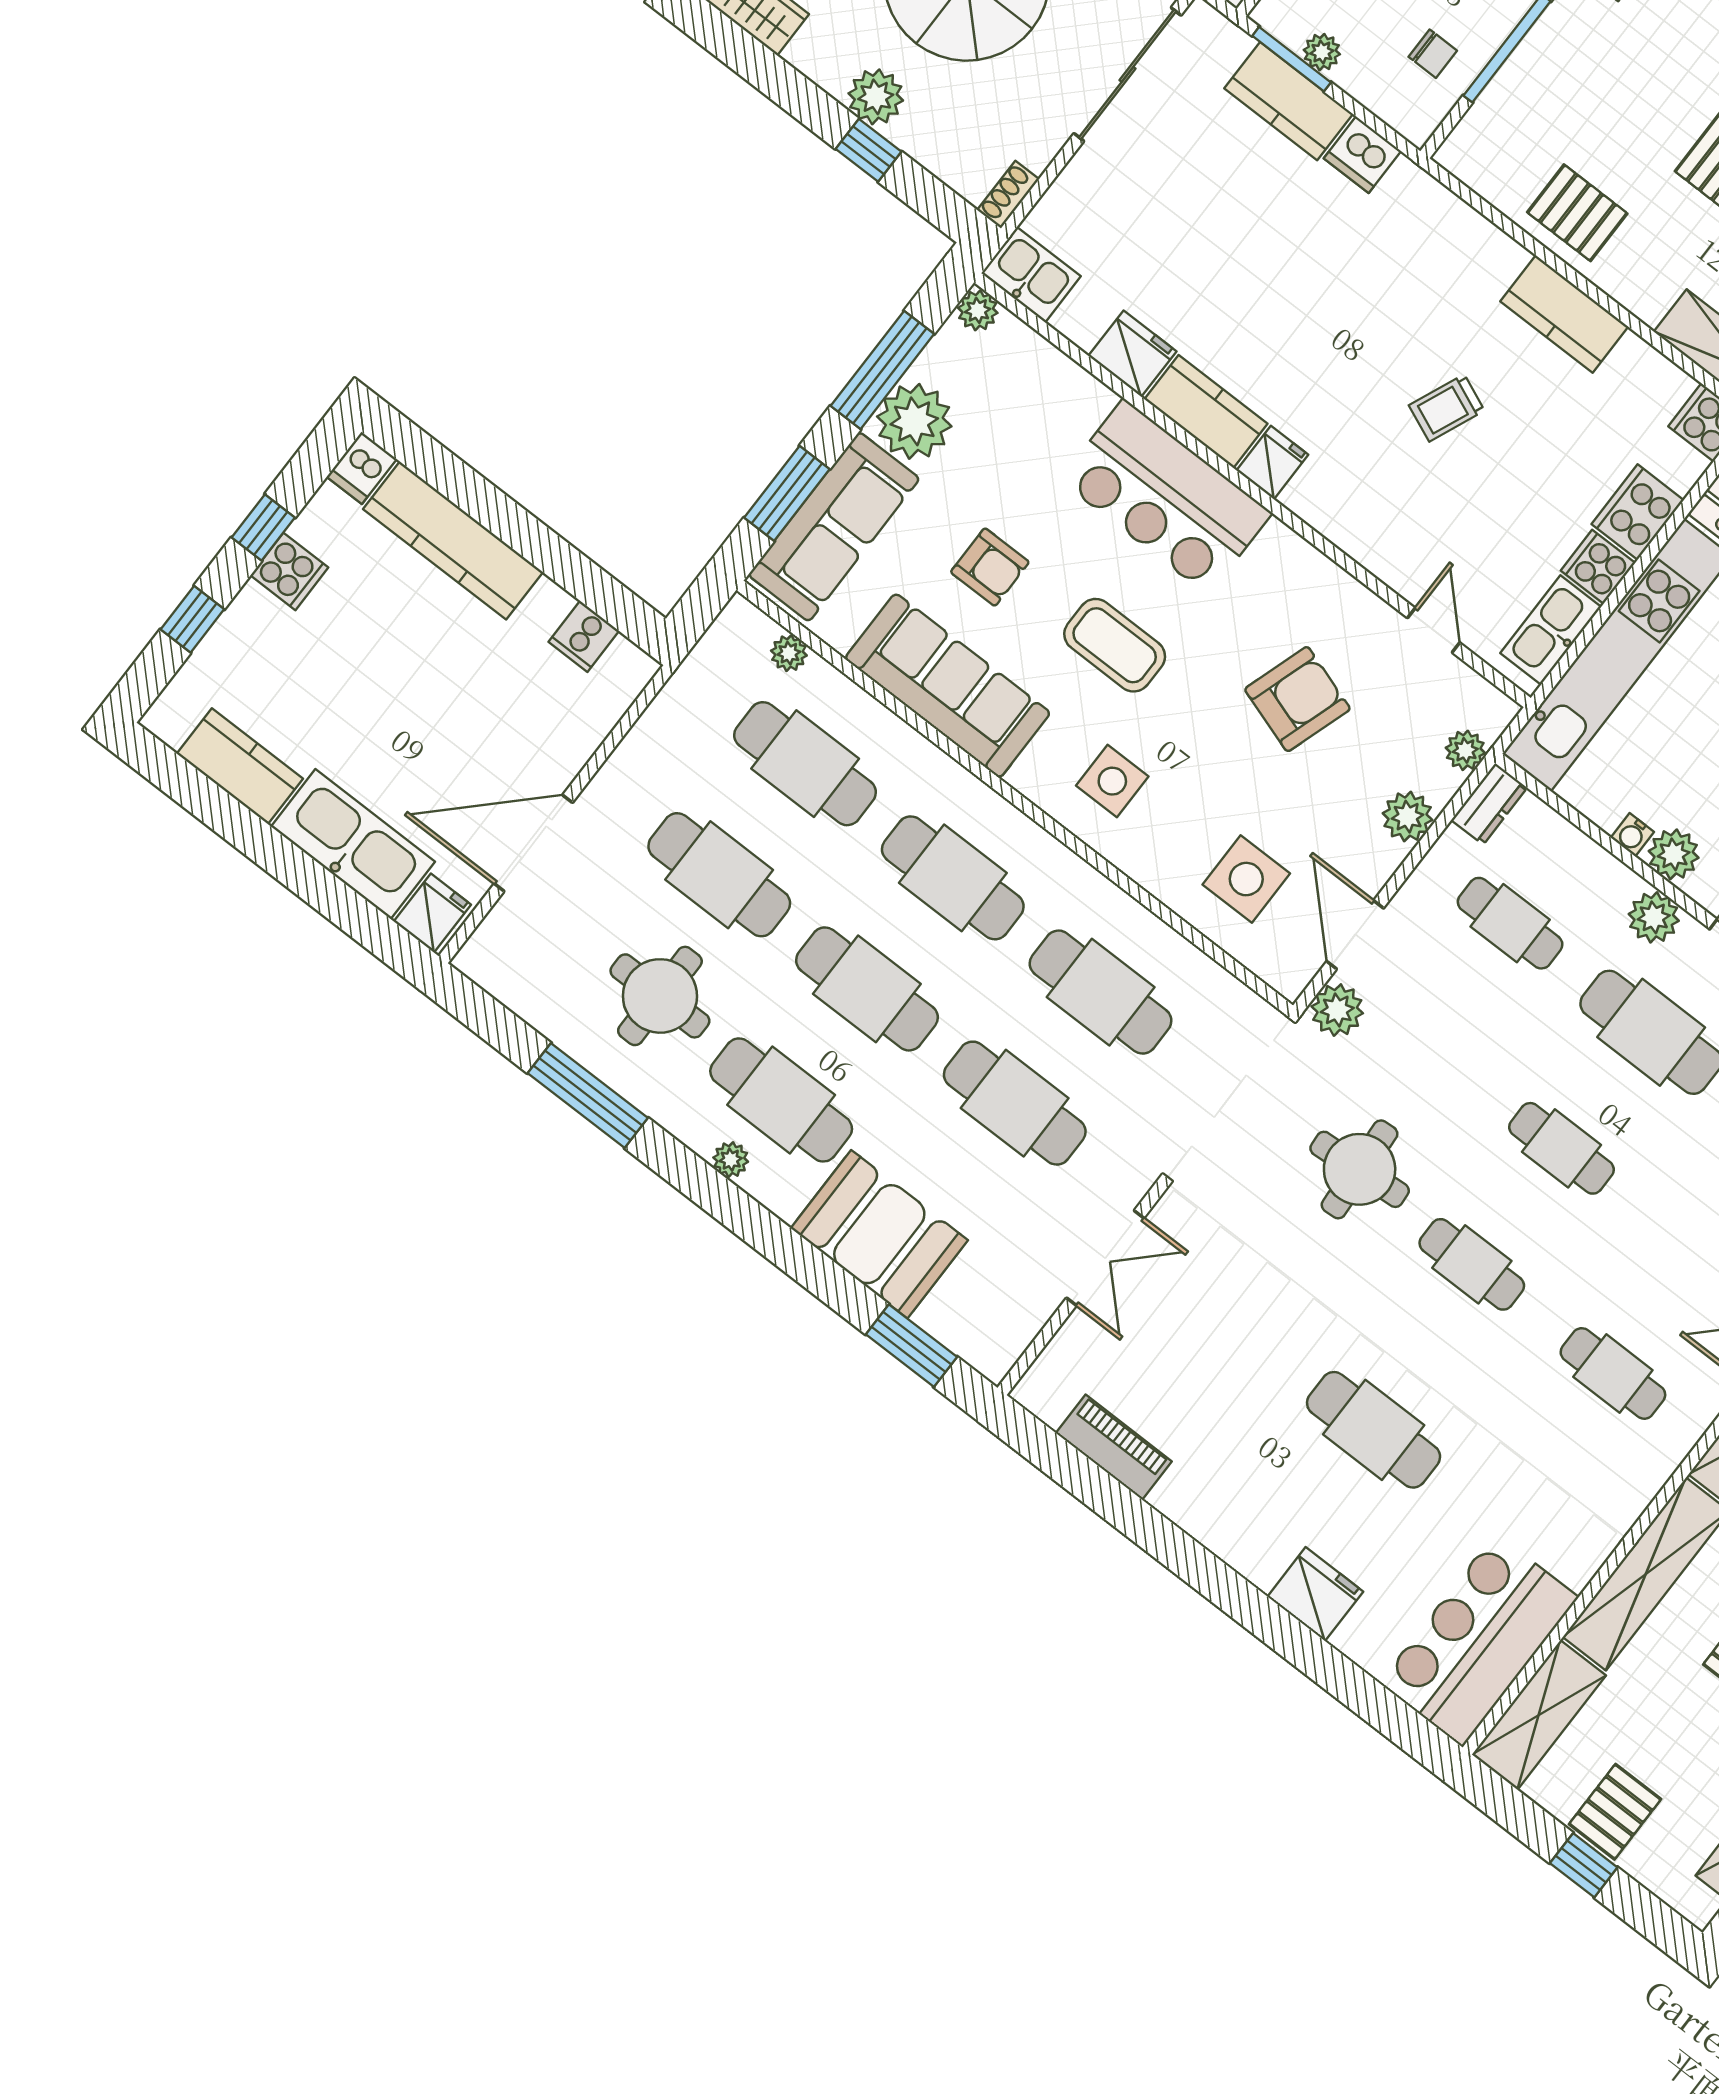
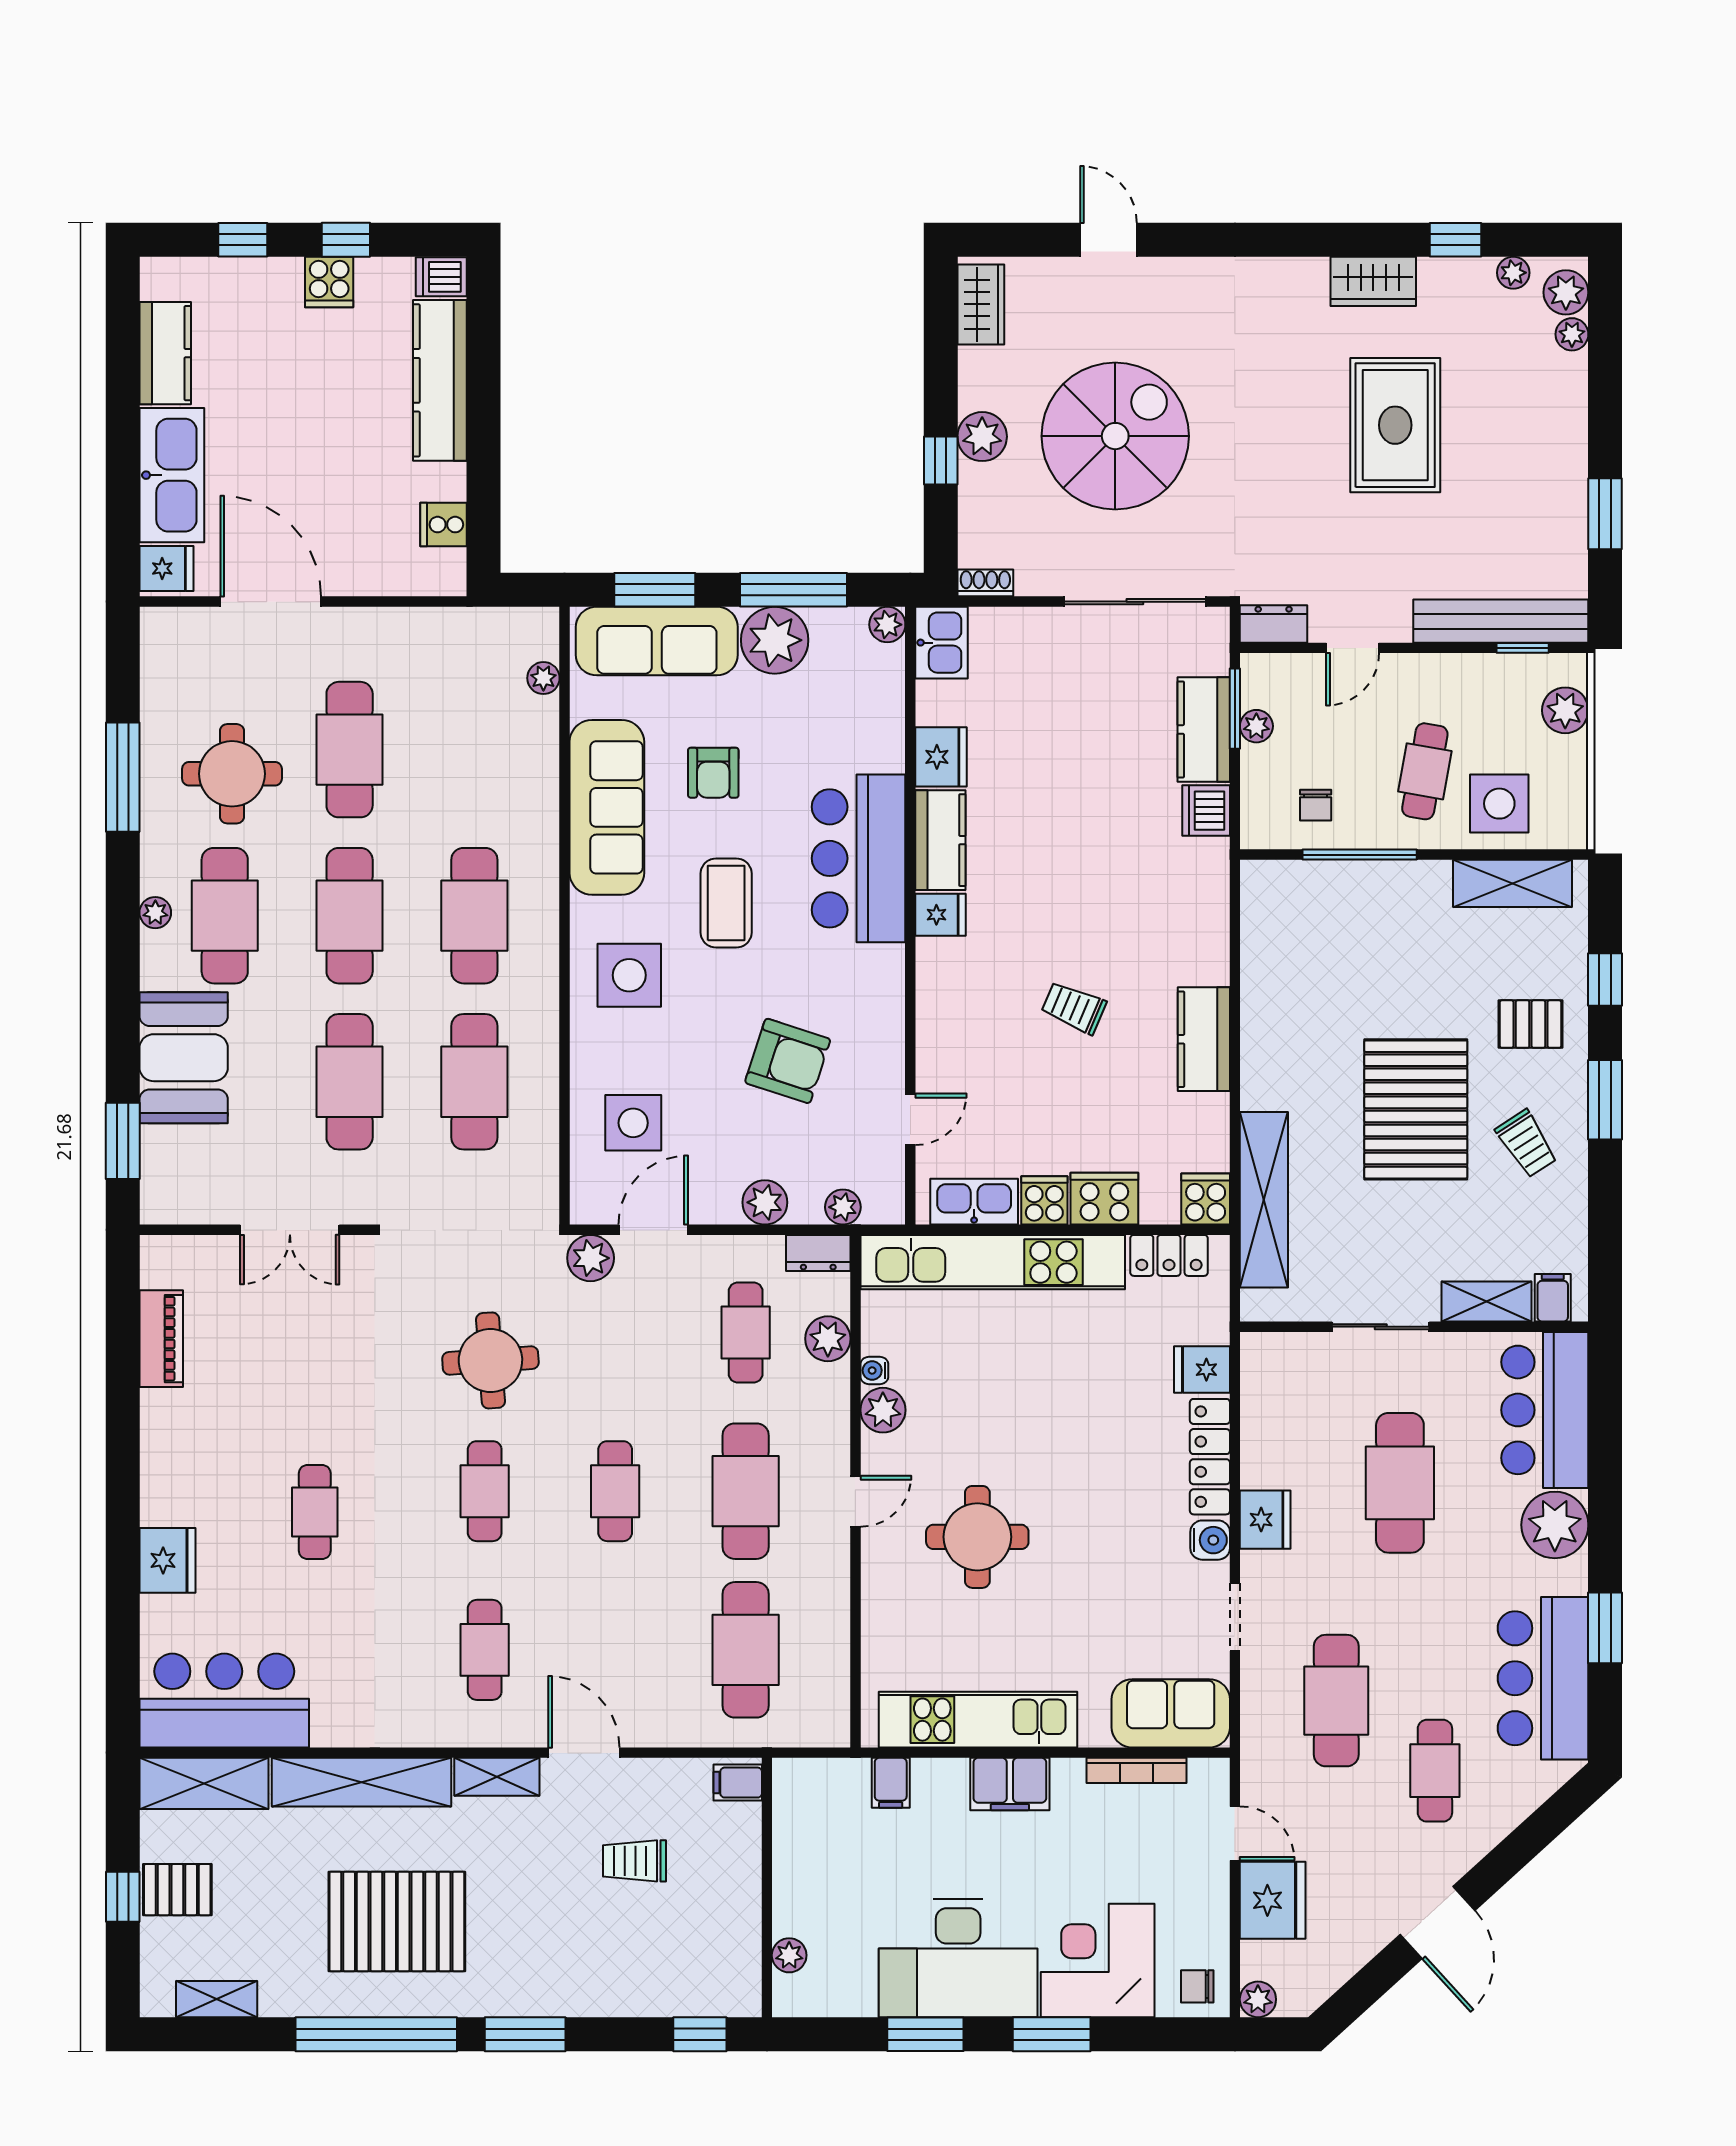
pallet: (1577, 213) -> (1282, 993), removed
cafe table: (805, 764) -> (474, 750), removed
side table: (1112, 781) -> (629, 975), width x1.37, depth x1.37
plant: (1654, 917) -> (828, 1339), moved
cafe table: (1374, 1430) -> (315, 1512), width x0.73, depth x0.74

